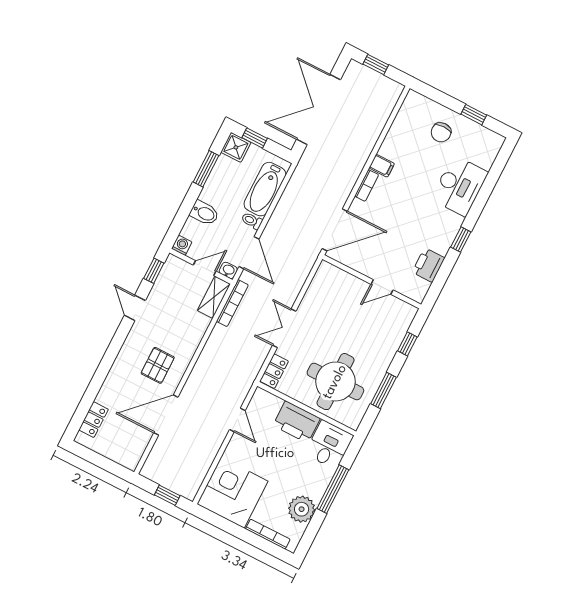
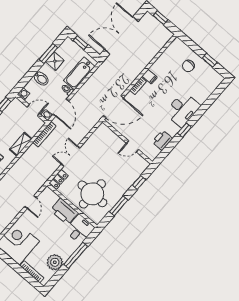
shower: (236, 147) -> (55, 61), moved
desk: (460, 186) -> (182, 109), moved
shelving: (214, 297) -> (21, 144), moved

